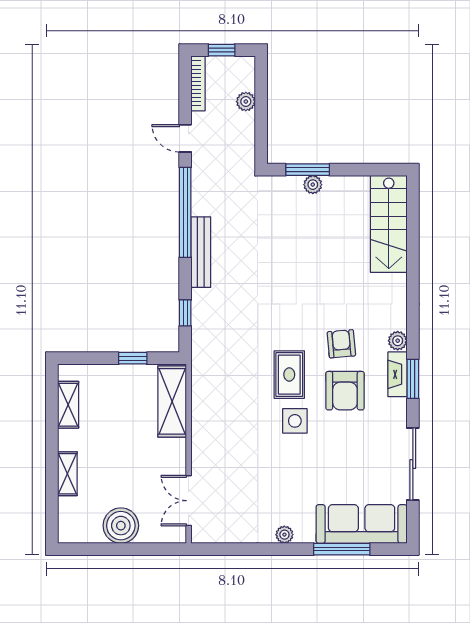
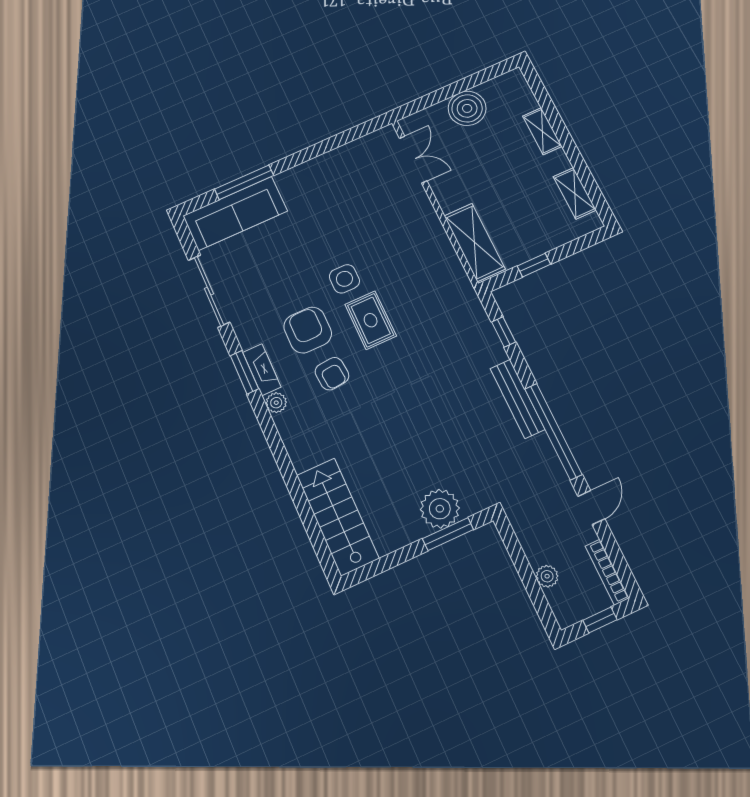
door: (185, 138) -> (591, 508), hinge flipped
plant: (313, 185) -> (440, 509), width x1.87, depth x1.87
plant: (284, 535) -> (306, 170), removed

